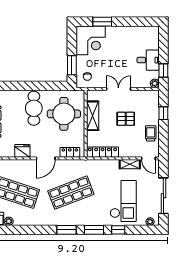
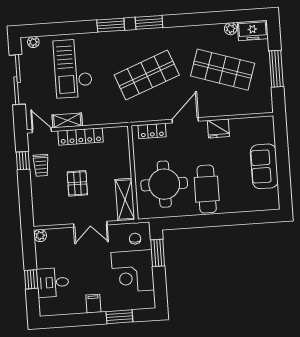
filing cabinet: (120, 32) -> (93, 304), added
corner desk: (91, 40) -> (133, 271), moved, turned -90
desk: (148, 60) -> (53, 282), moved
window: (163, 70) -> (31, 279), moved
window: (163, 113) -> (23, 161), moved
shelving: (93, 116) -> (125, 200), moved
pallet: (126, 119) -> (77, 183), turned 90
locker: (102, 152) -> (81, 136), moved
window: (118, 230) -> (77, 27), removed

